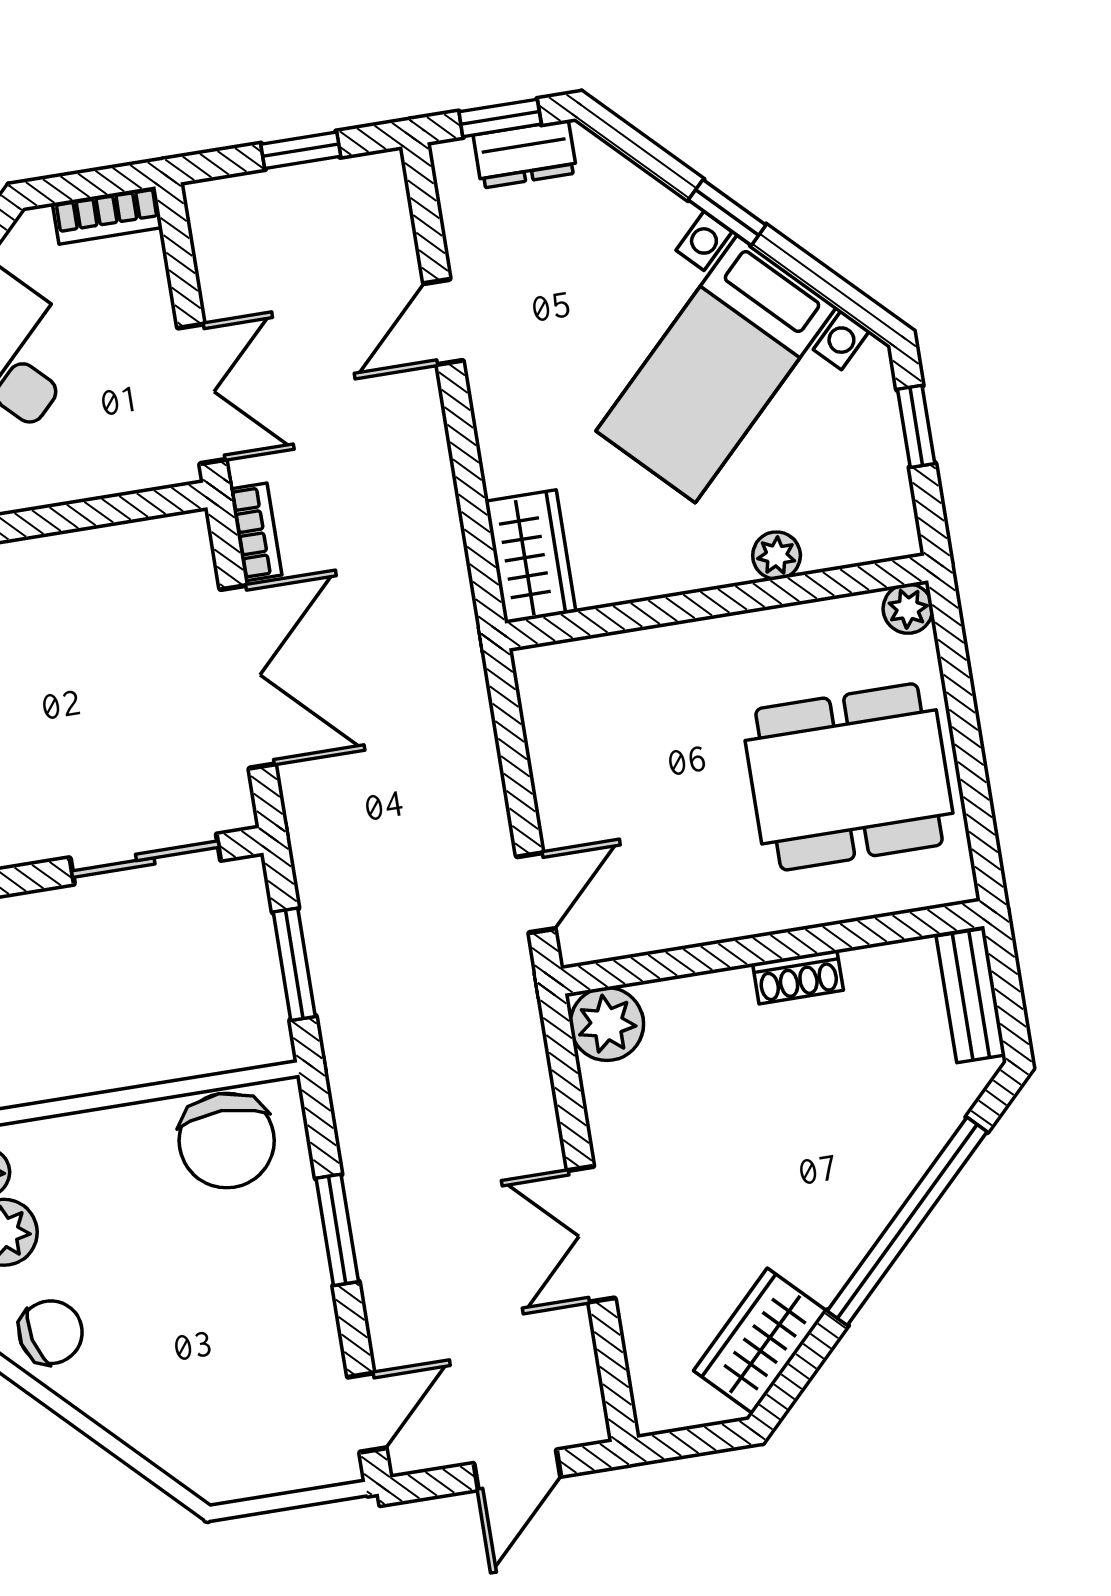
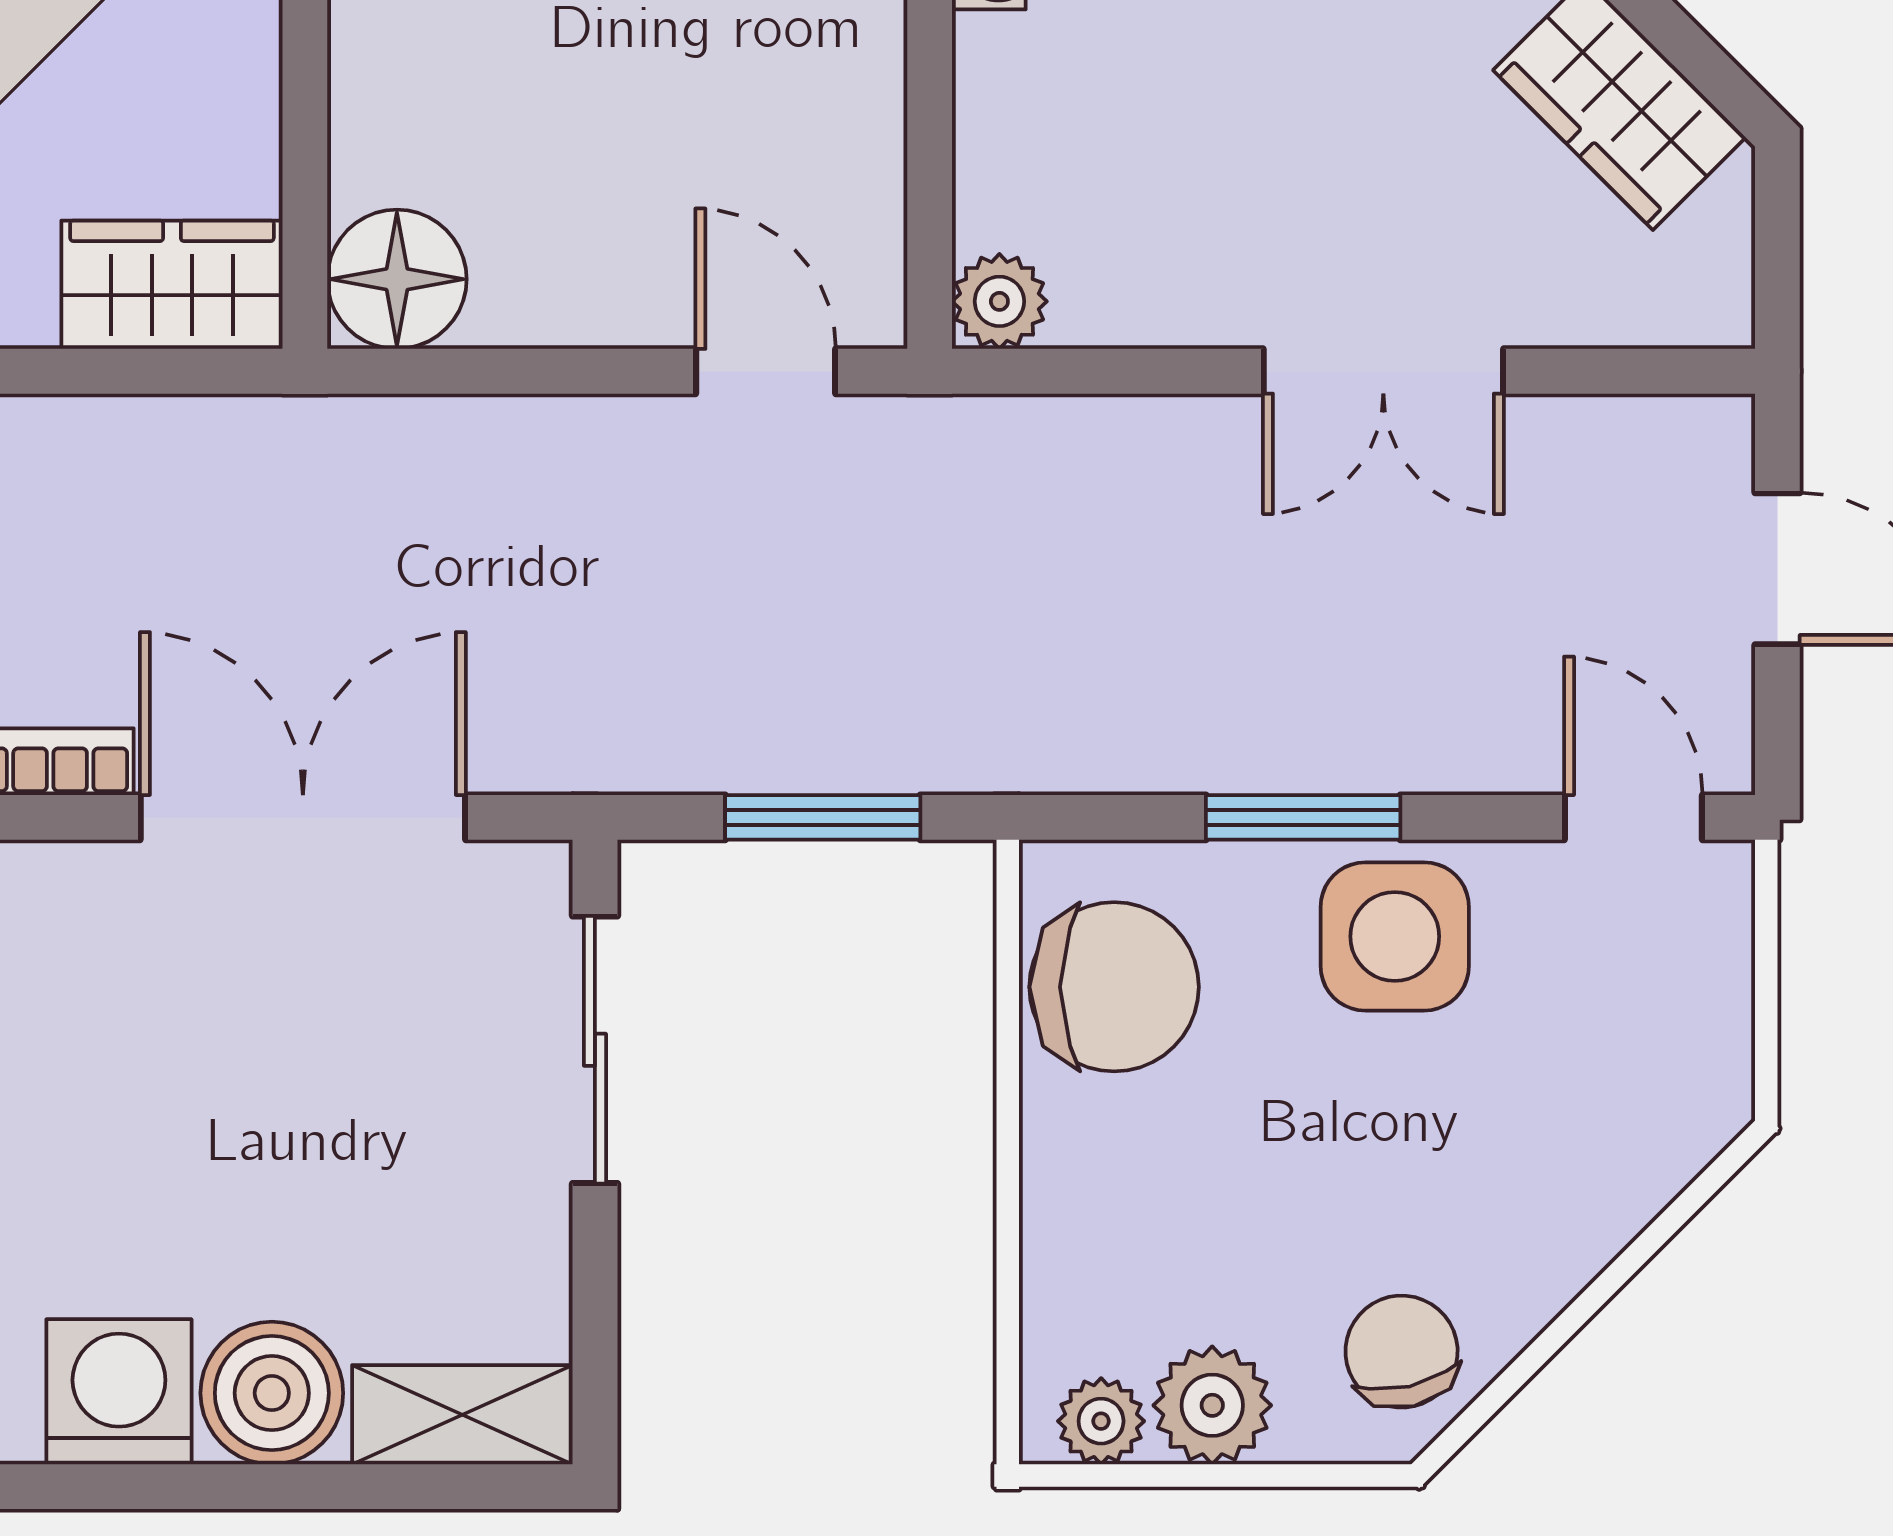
floor lamp: (554, 681) -> (397, 279), added
plant: (607, 1024) -> (999, 301), width x0.73, depth x0.73
side table: (280, 1291) -> (1395, 936), added

